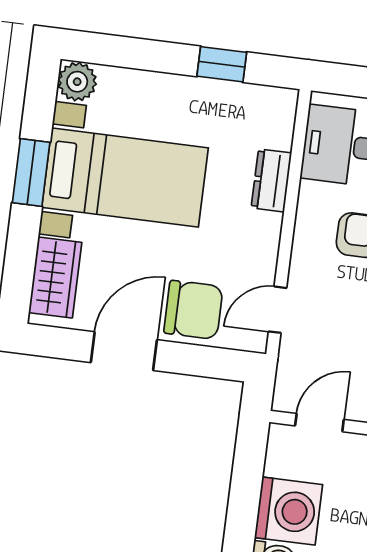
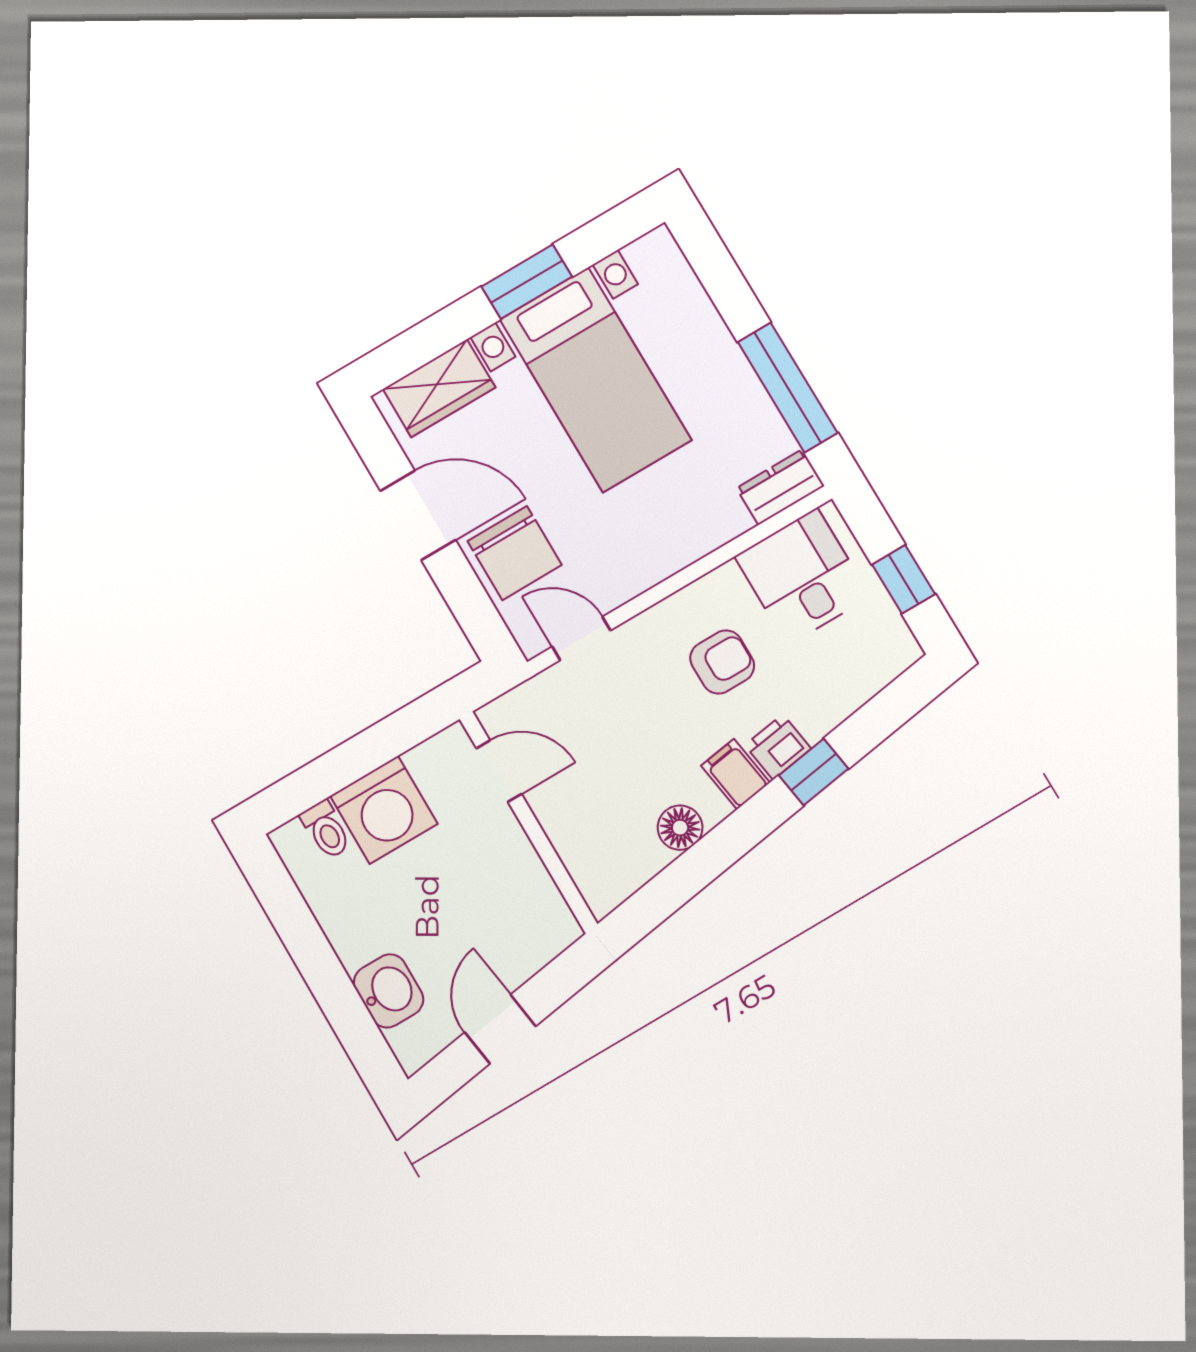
window: (222, 64) -> (788, 387), width x2.17
plant: (77, 82) -> (655, 256), removed
dresser: (271, 180) -> (780, 487), moved

